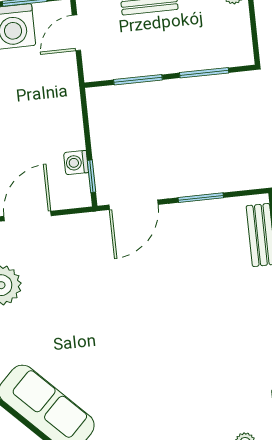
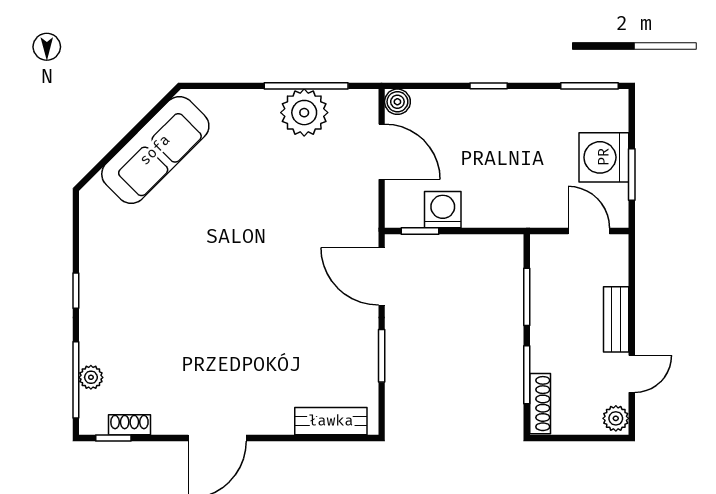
shoe rack: (227, 59) -> (540, 404), added
washing machine: (76, 163) -> (443, 210), width x1.38, depth x1.38

